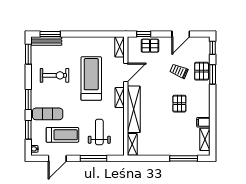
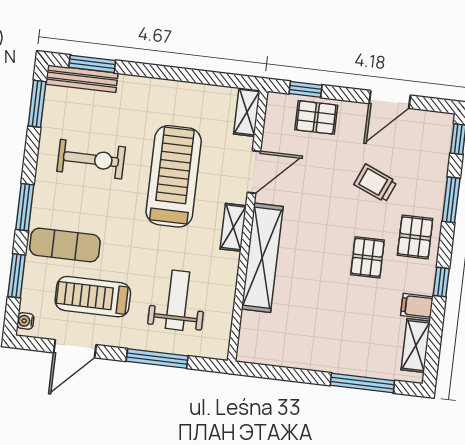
pallet: (202, 71) -> (415, 237), moved
window: (213, 111) -> (441, 282), added
treadmill: (62, 135) -> (93, 297), turned 180
shelving: (132, 144) -> (249, 337), removed

